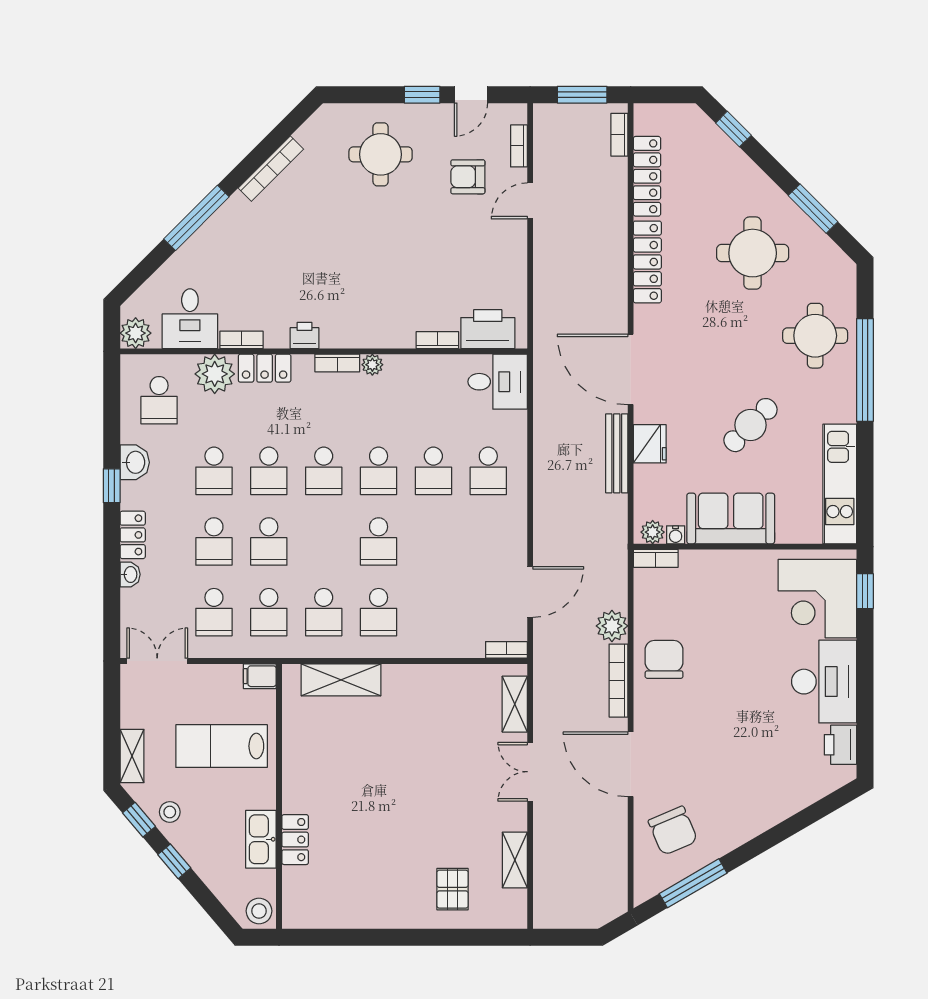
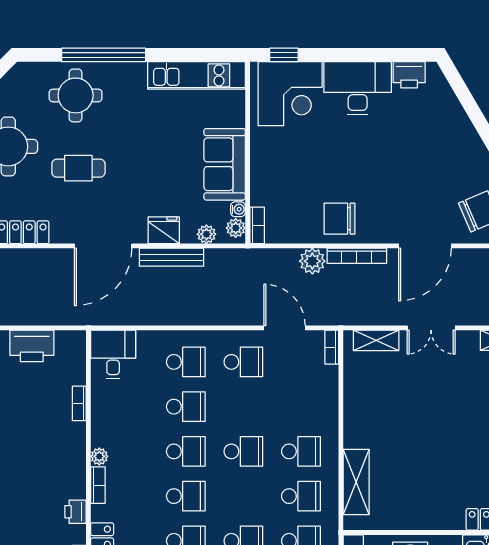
printer: (488, 329) -> (32, 346), moved, turned -90
cafe table: (750, 425) -> (78, 168), moved, turned -45
plant: (645, 496) -> (206, 234), added
school desk: (488, 541) -> (243, 362), added

